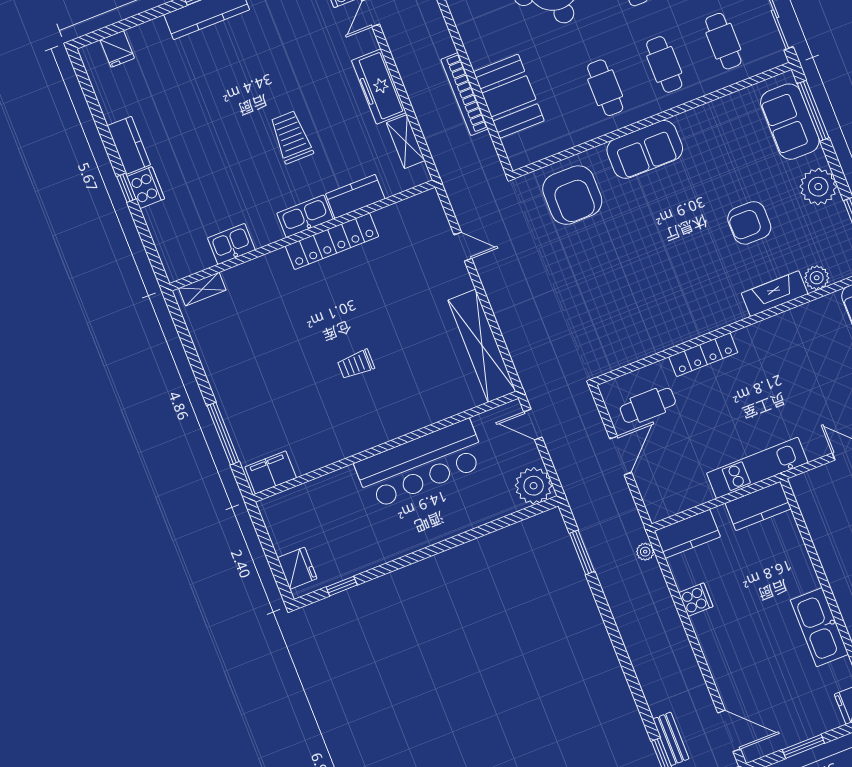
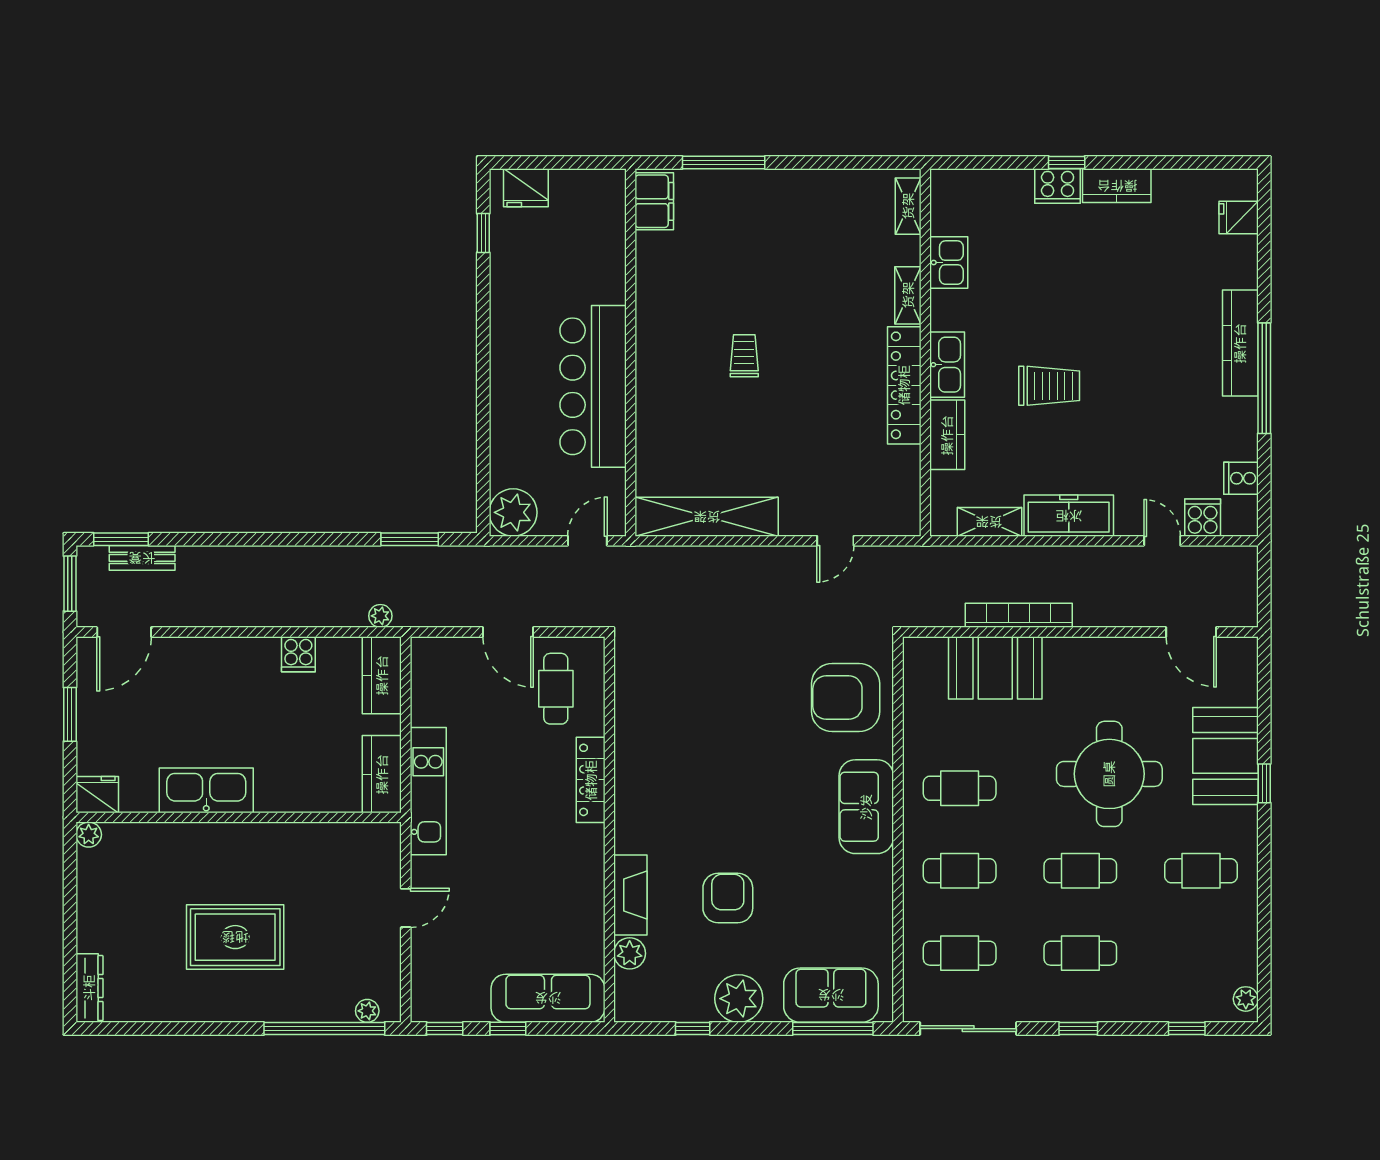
shelving: (266, 264) -> (908, 295), added

